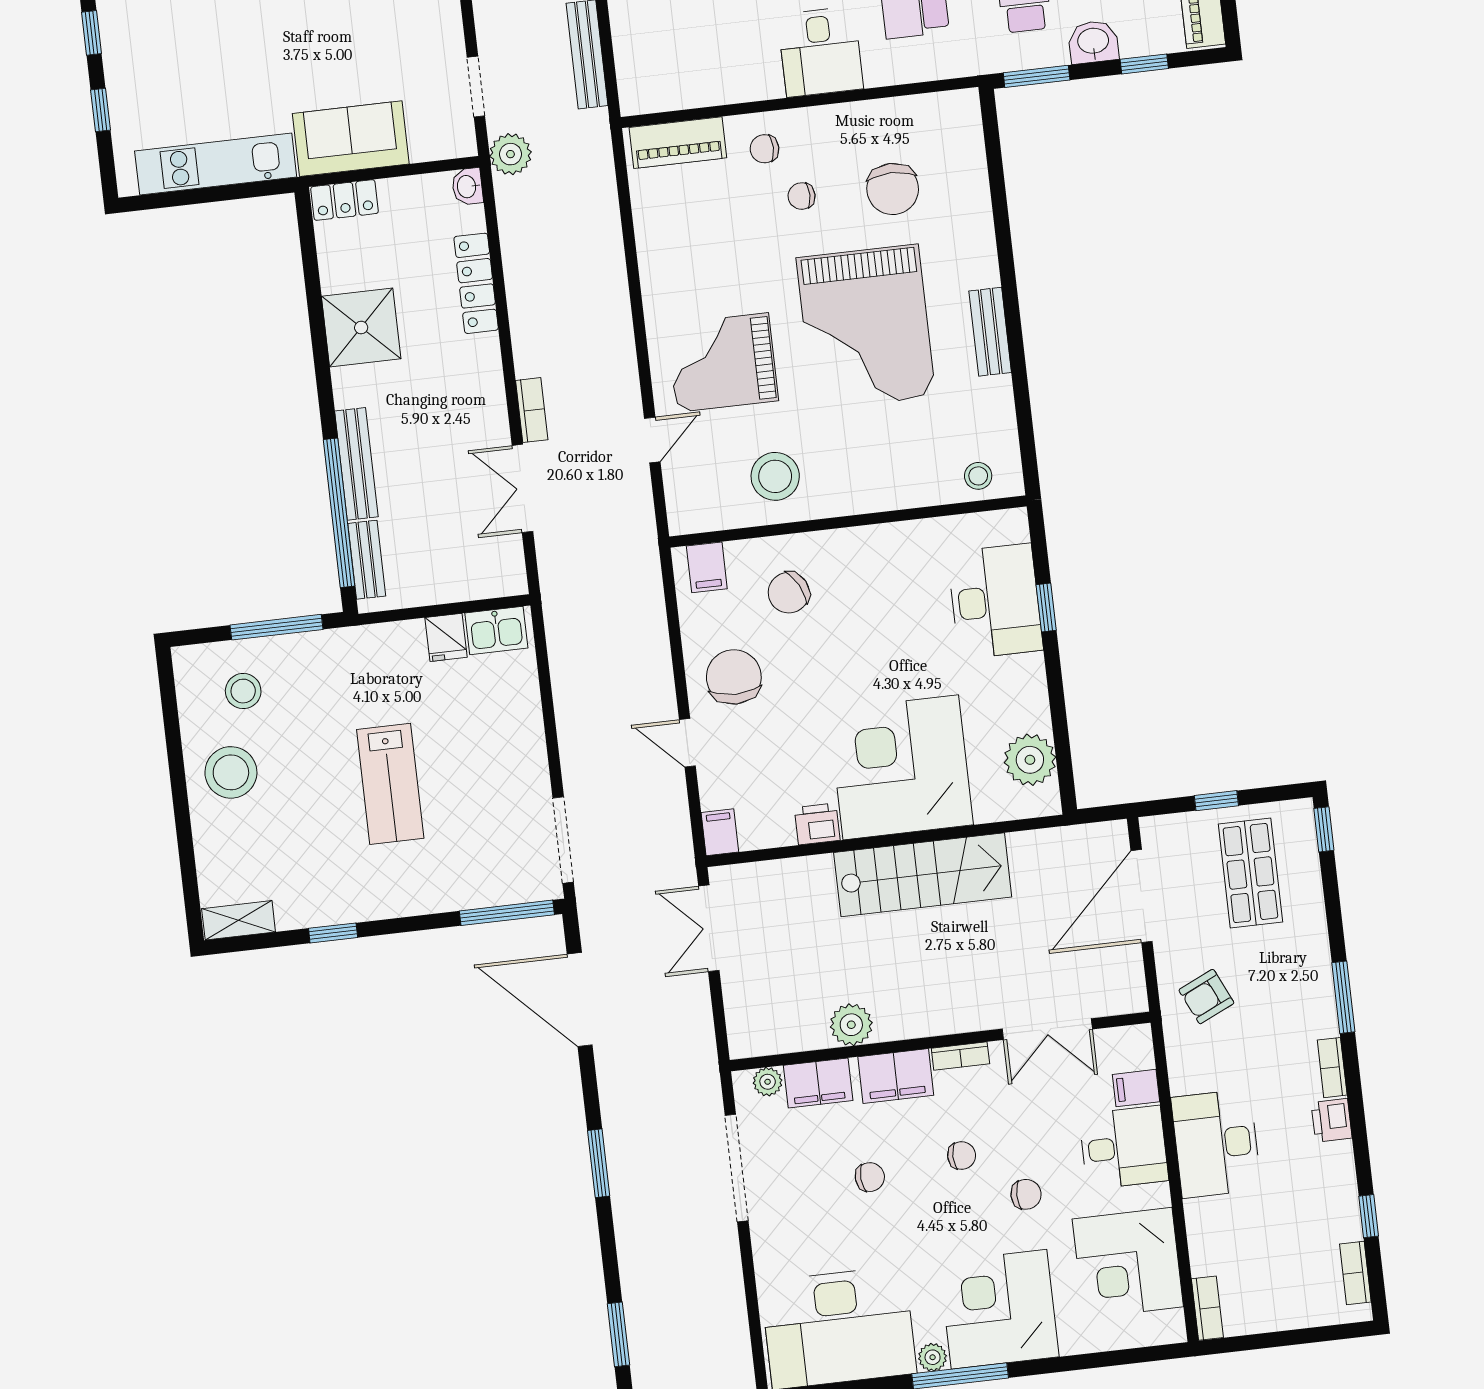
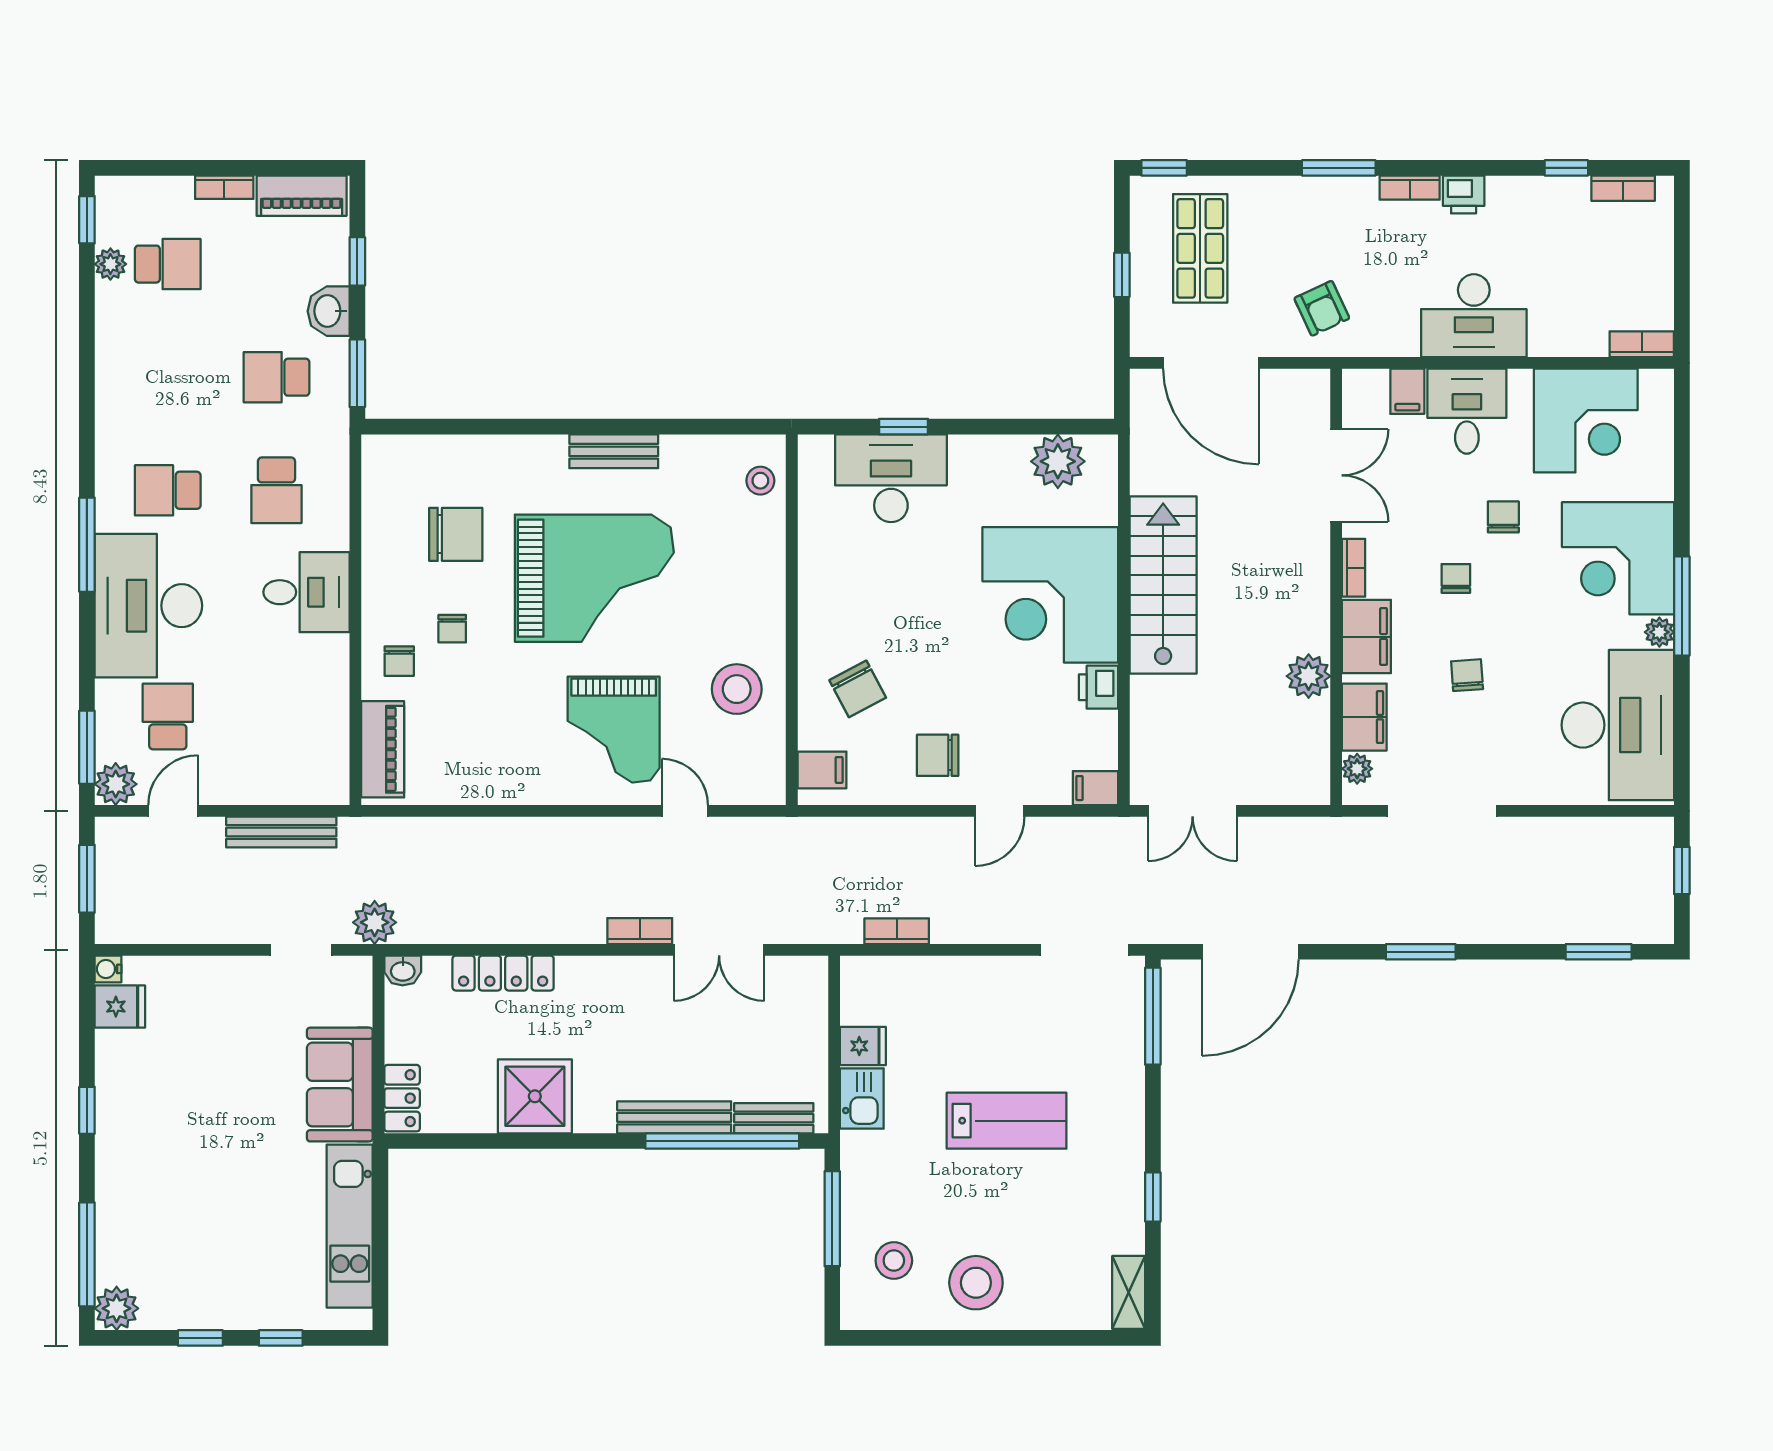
kitchen sink: (496, 631) -> (862, 1098), moved
bookcase: (560, 657) -> (897, 931), added
chair: (734, 677) -> (938, 755), width x0.73, depth x0.73
shop shelf: (1250, 873) -> (1200, 248), turned 90

